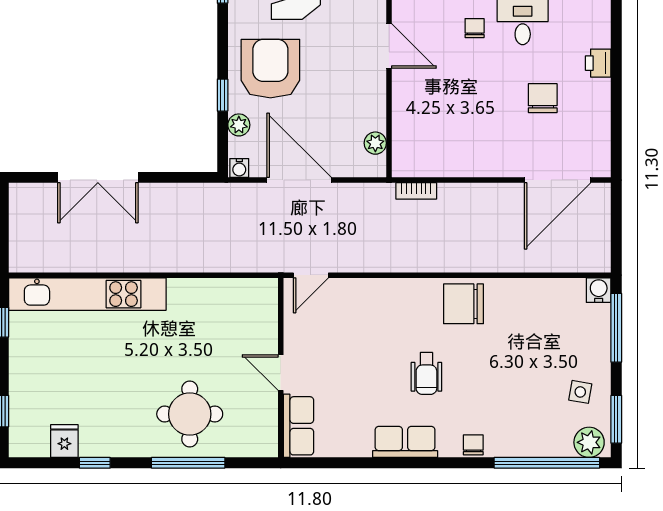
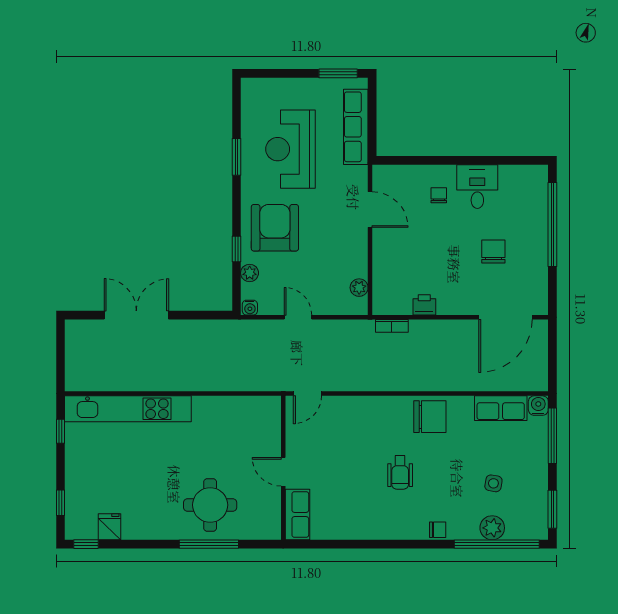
printer: (598, 63) -> (424, 305), moved, turned 90
window: (616, 64) -> (552, 224), added
double door: (98, 177) -> (136, 315), swing flipped
door: (299, 180) -> (298, 317), width x0.53
chair: (464, 304) -> (430, 417), turned 180
side table: (580, 392) -> (493, 483), moved
row of seats: (405, 442) -> (501, 408), moved, turned 180
plant: (589, 442) -> (492, 528), moved
chair: (473, 445) -> (438, 530), turned 90
window: (95, 463) -> (86, 544), moved

